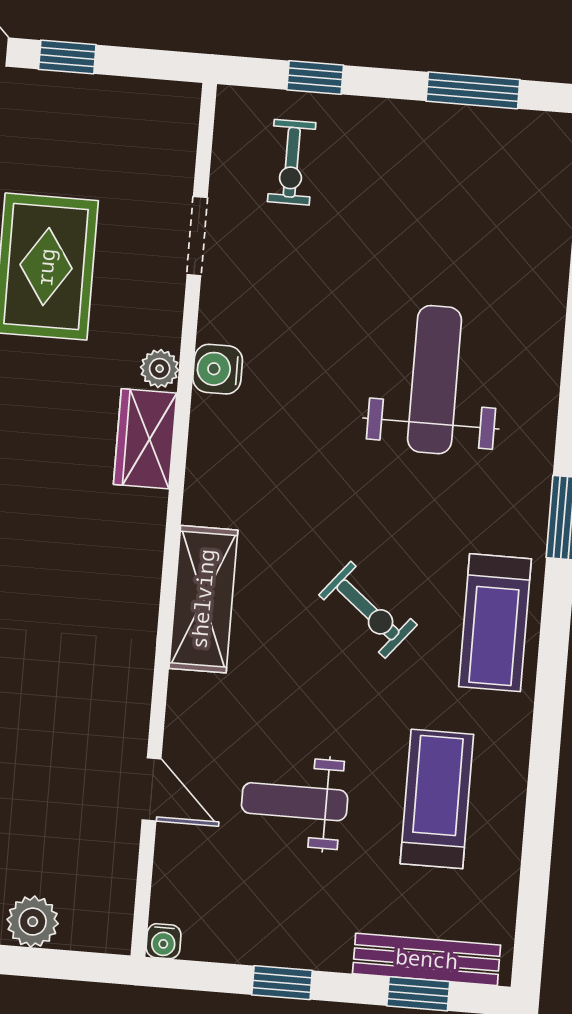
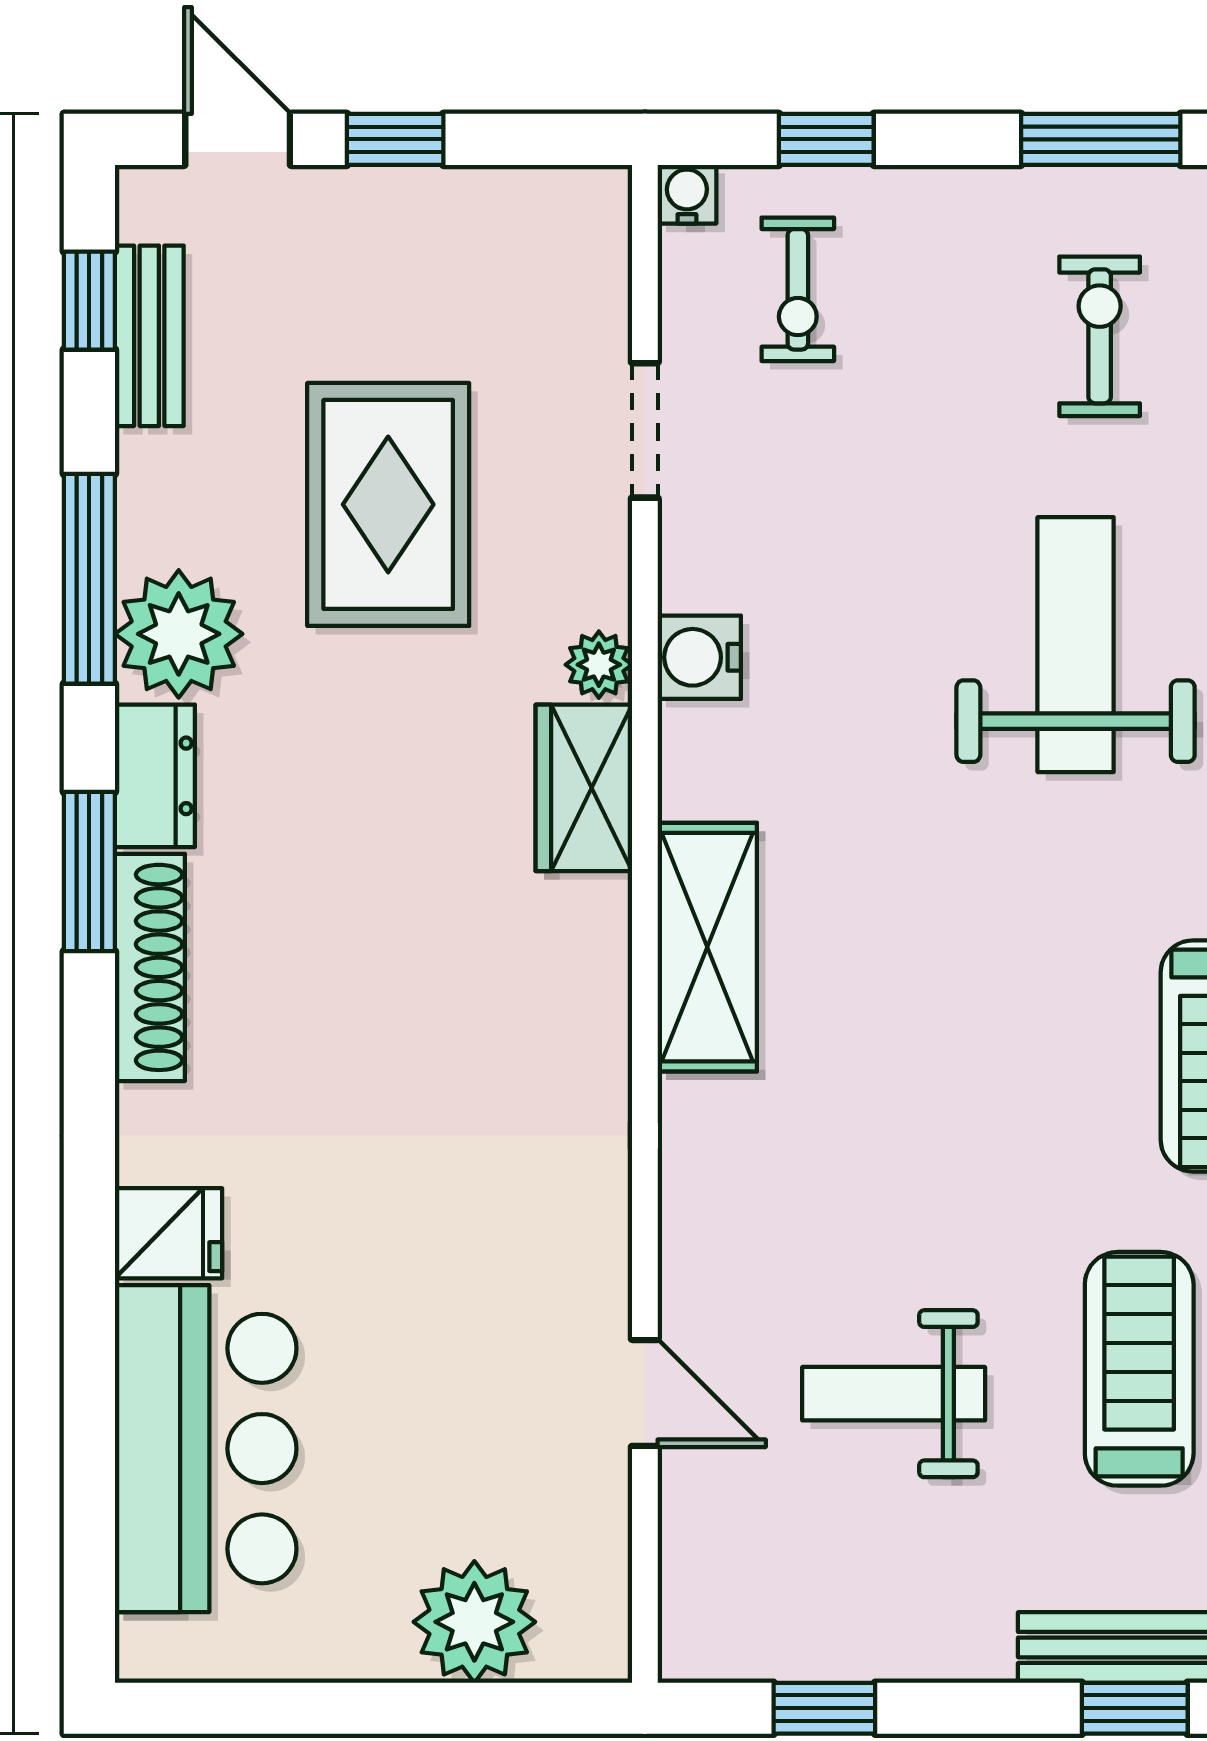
shelving: (203, 599) -> (707, 947), moved
exercise bike: (368, 610) -> (1100, 336), moved, turned -129
plant: (33, 922) -> (474, 1622), width x1.36, depth x1.36
water cooler: (163, 941) -> (687, 194), moved, turned 180
window: (282, 983) -> (824, 1708), moved

